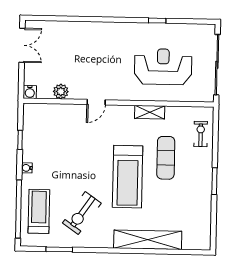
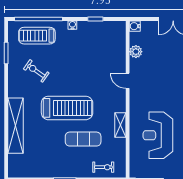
reception desk: (163, 67) -> (158, 135), turned 180
treadmill: (128, 177) -> (67, 108), turned 180
treadmill: (39, 211) -> (37, 36), turned 180
exercise bike: (82, 213) -> (36, 71), width x0.73, depth x0.72

